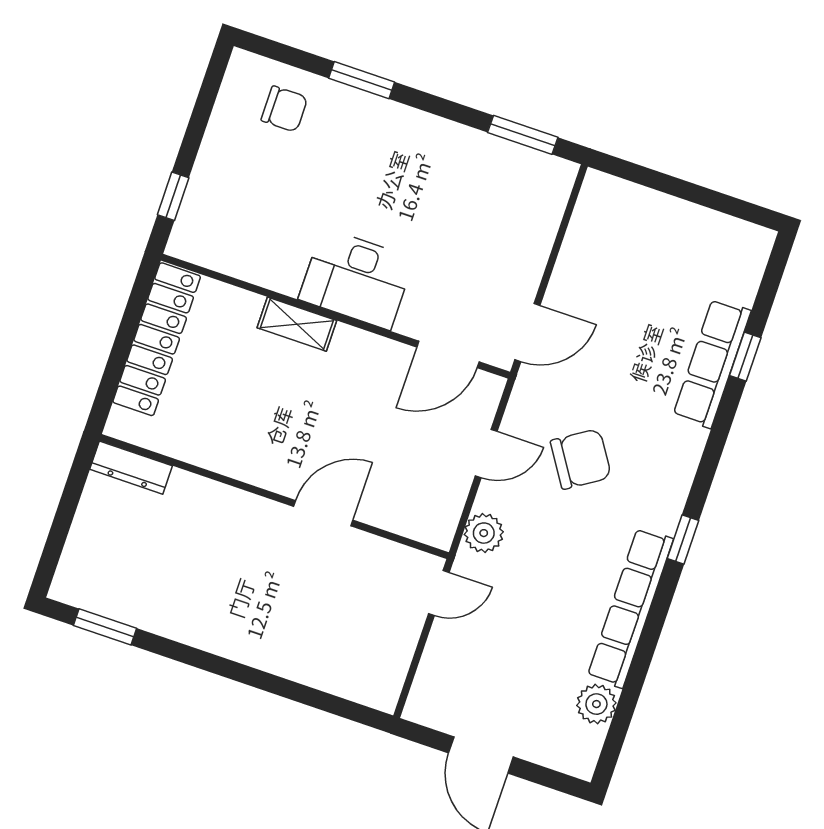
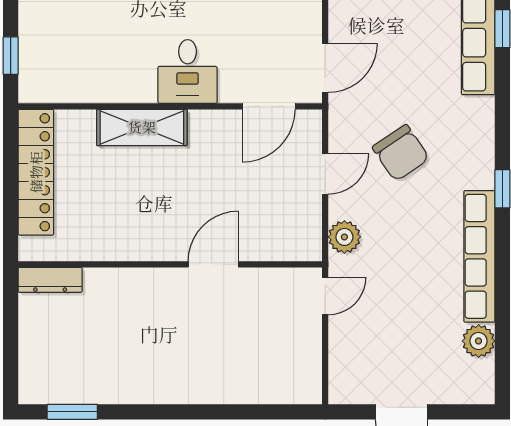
desk: (356, 279) -> (188, 71), width x0.73
shelving: (297, 324) -> (142, 127), width x1.50, depth x1.33
chair: (581, 459) -> (401, 153), turned 89

